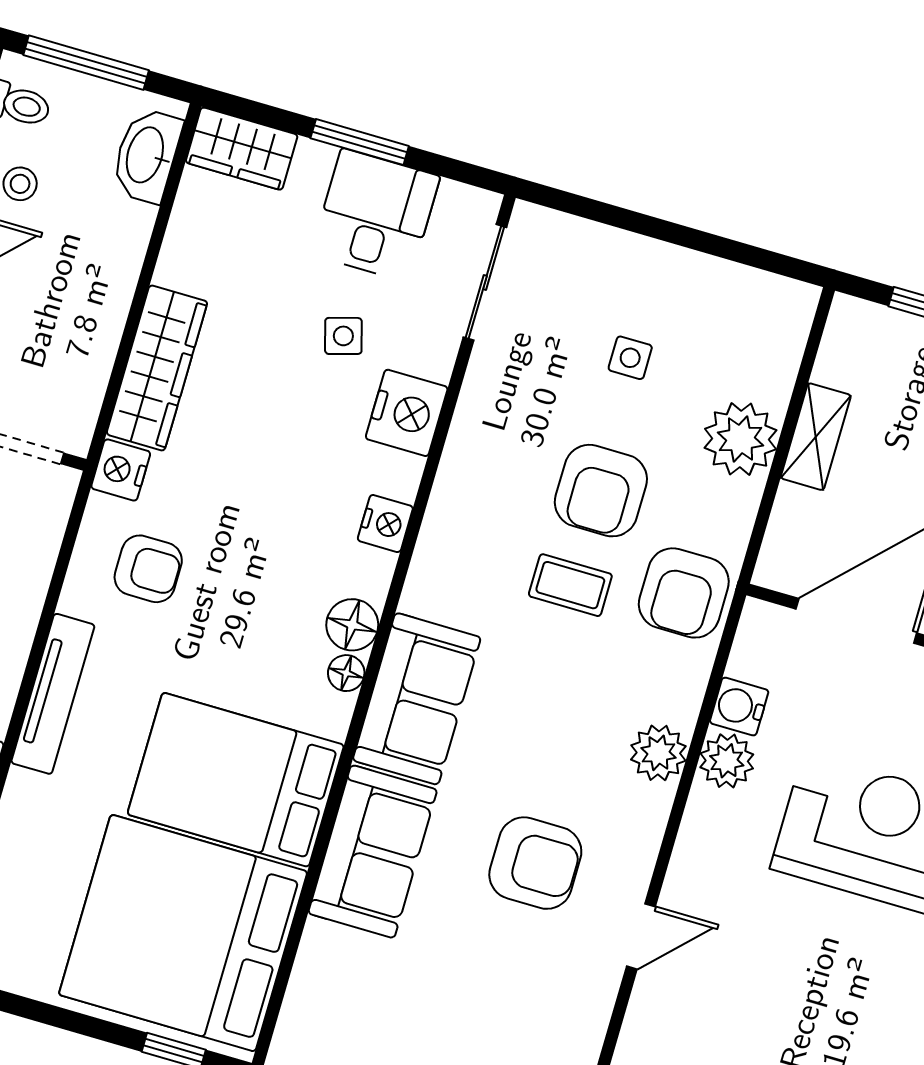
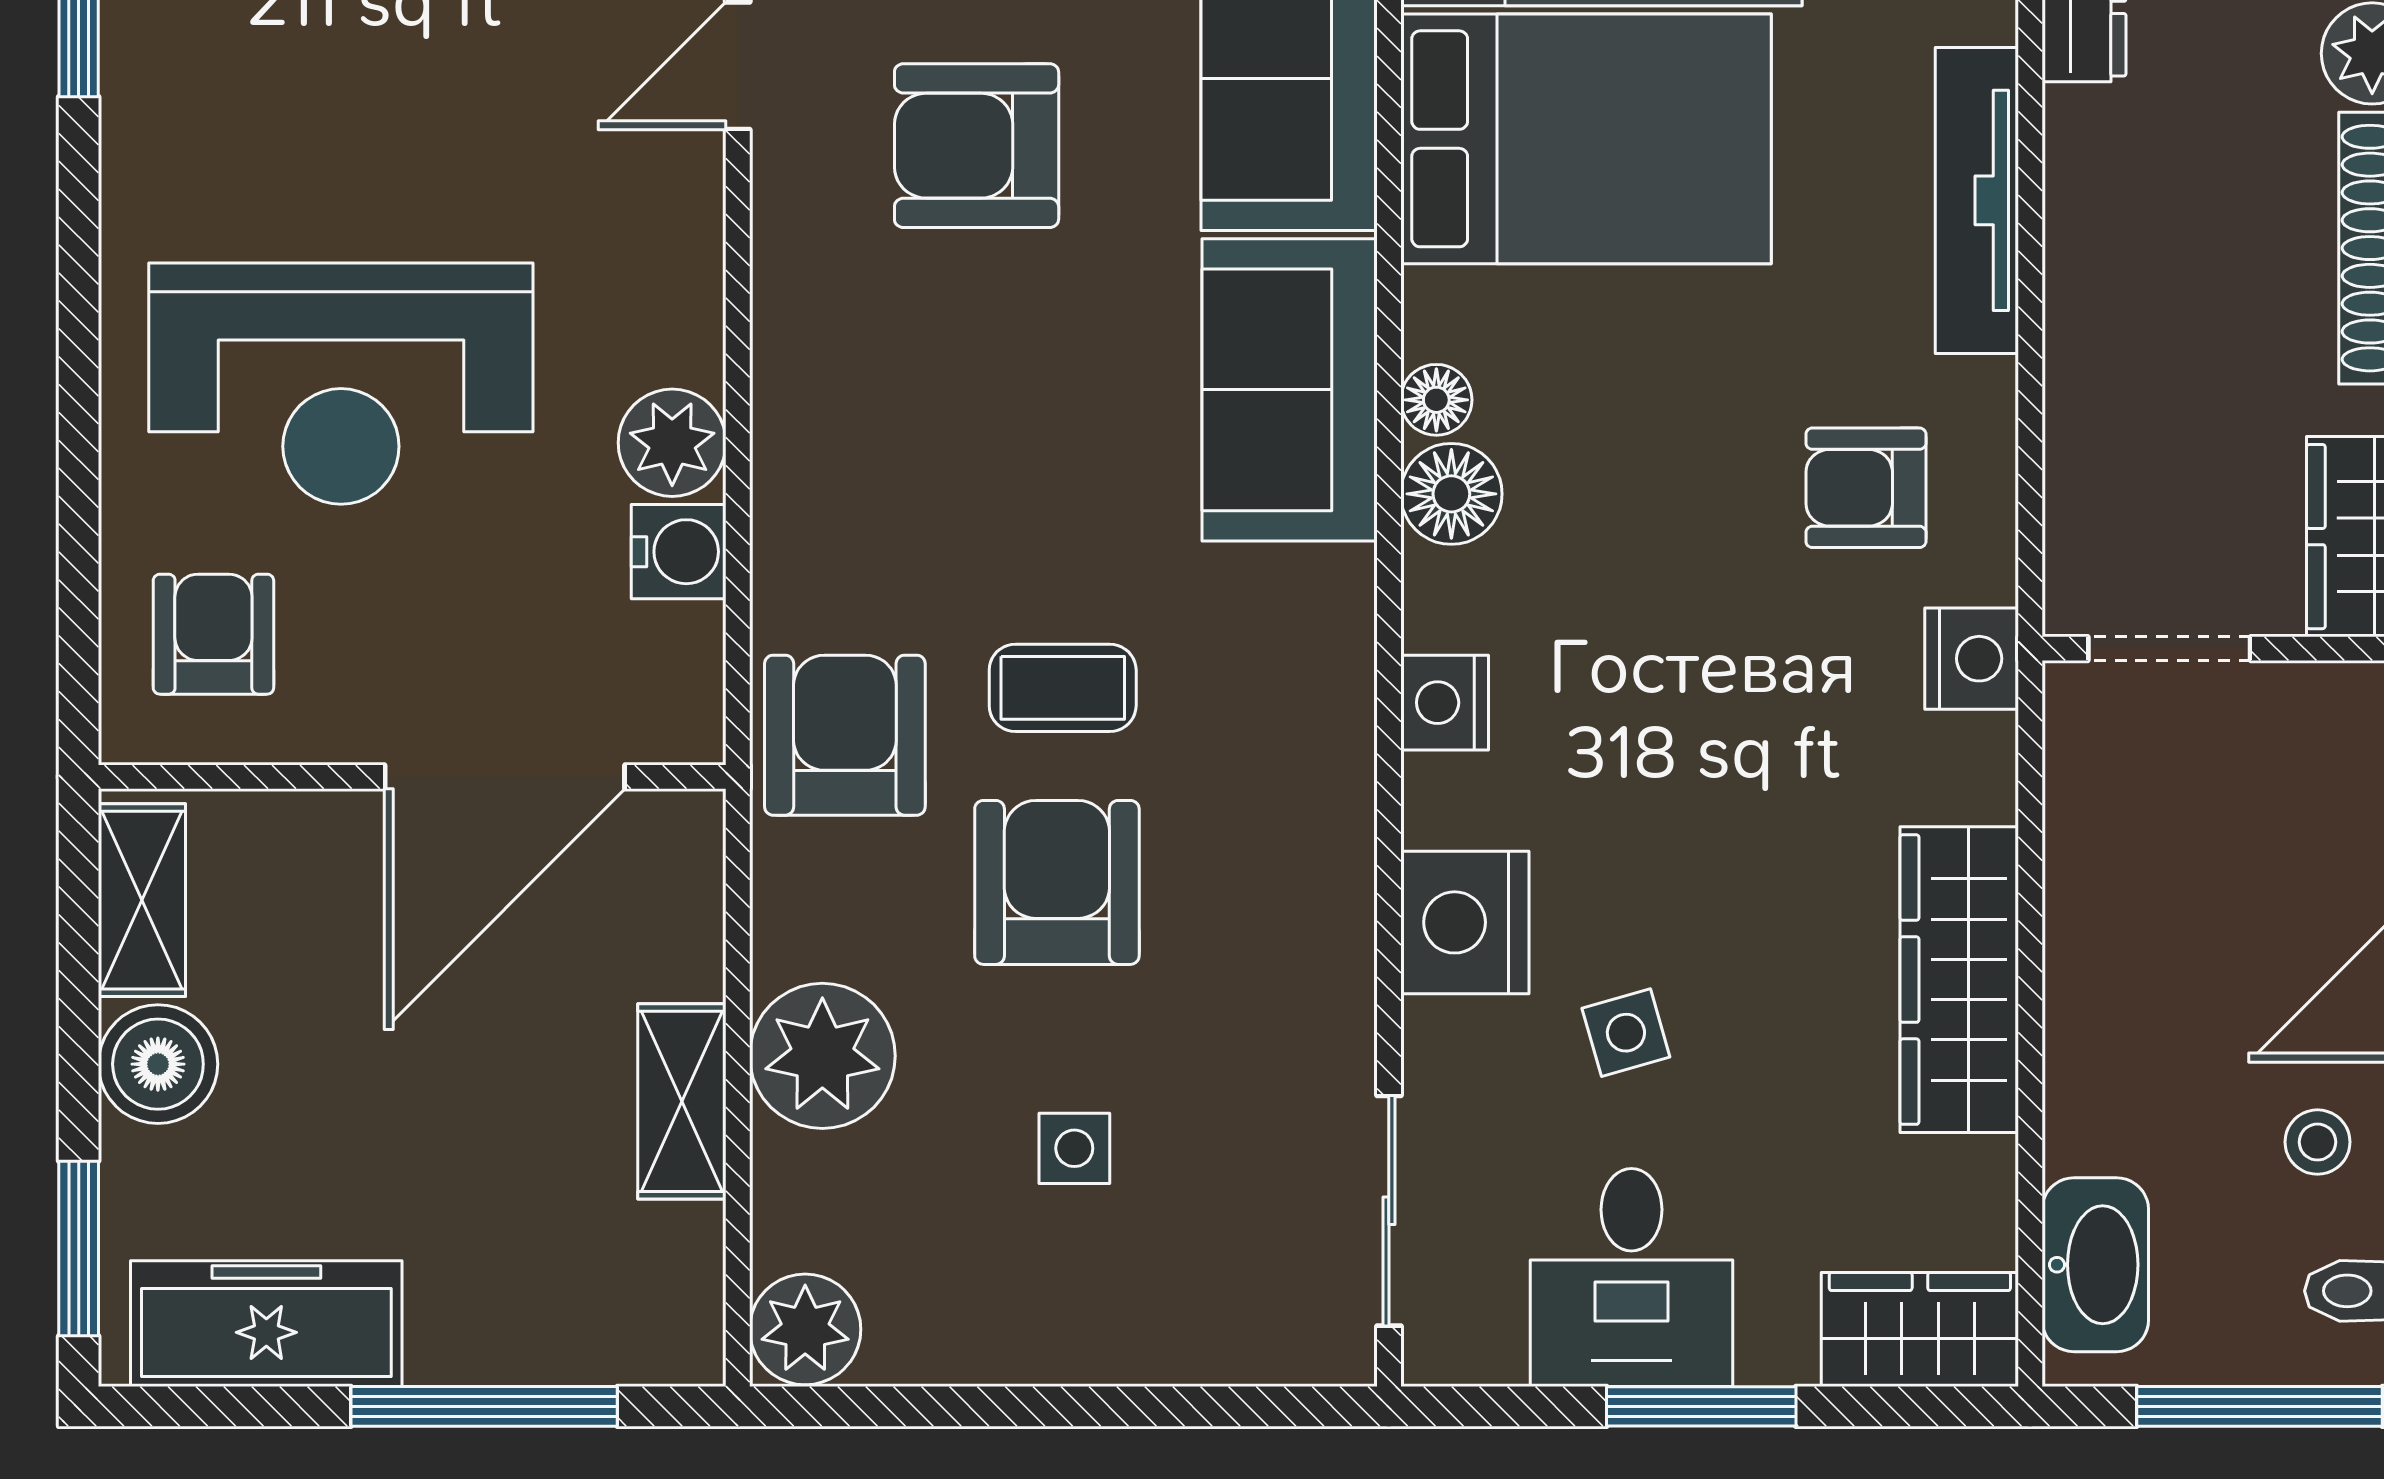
wardrobe: (157, 368) -> (1959, 980), moved
plant: (658, 753) -> (805, 1329), moved

